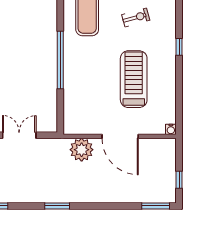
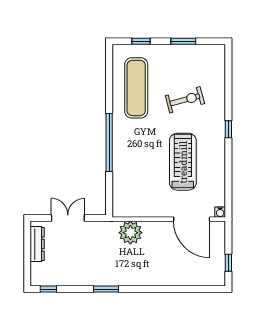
exercise bike: (136, 17) -> (185, 100), width x1.38, depth x1.39
door: (120, 136) -> (192, 219), moved
window: (156, 206) -> (205, 289), removed

